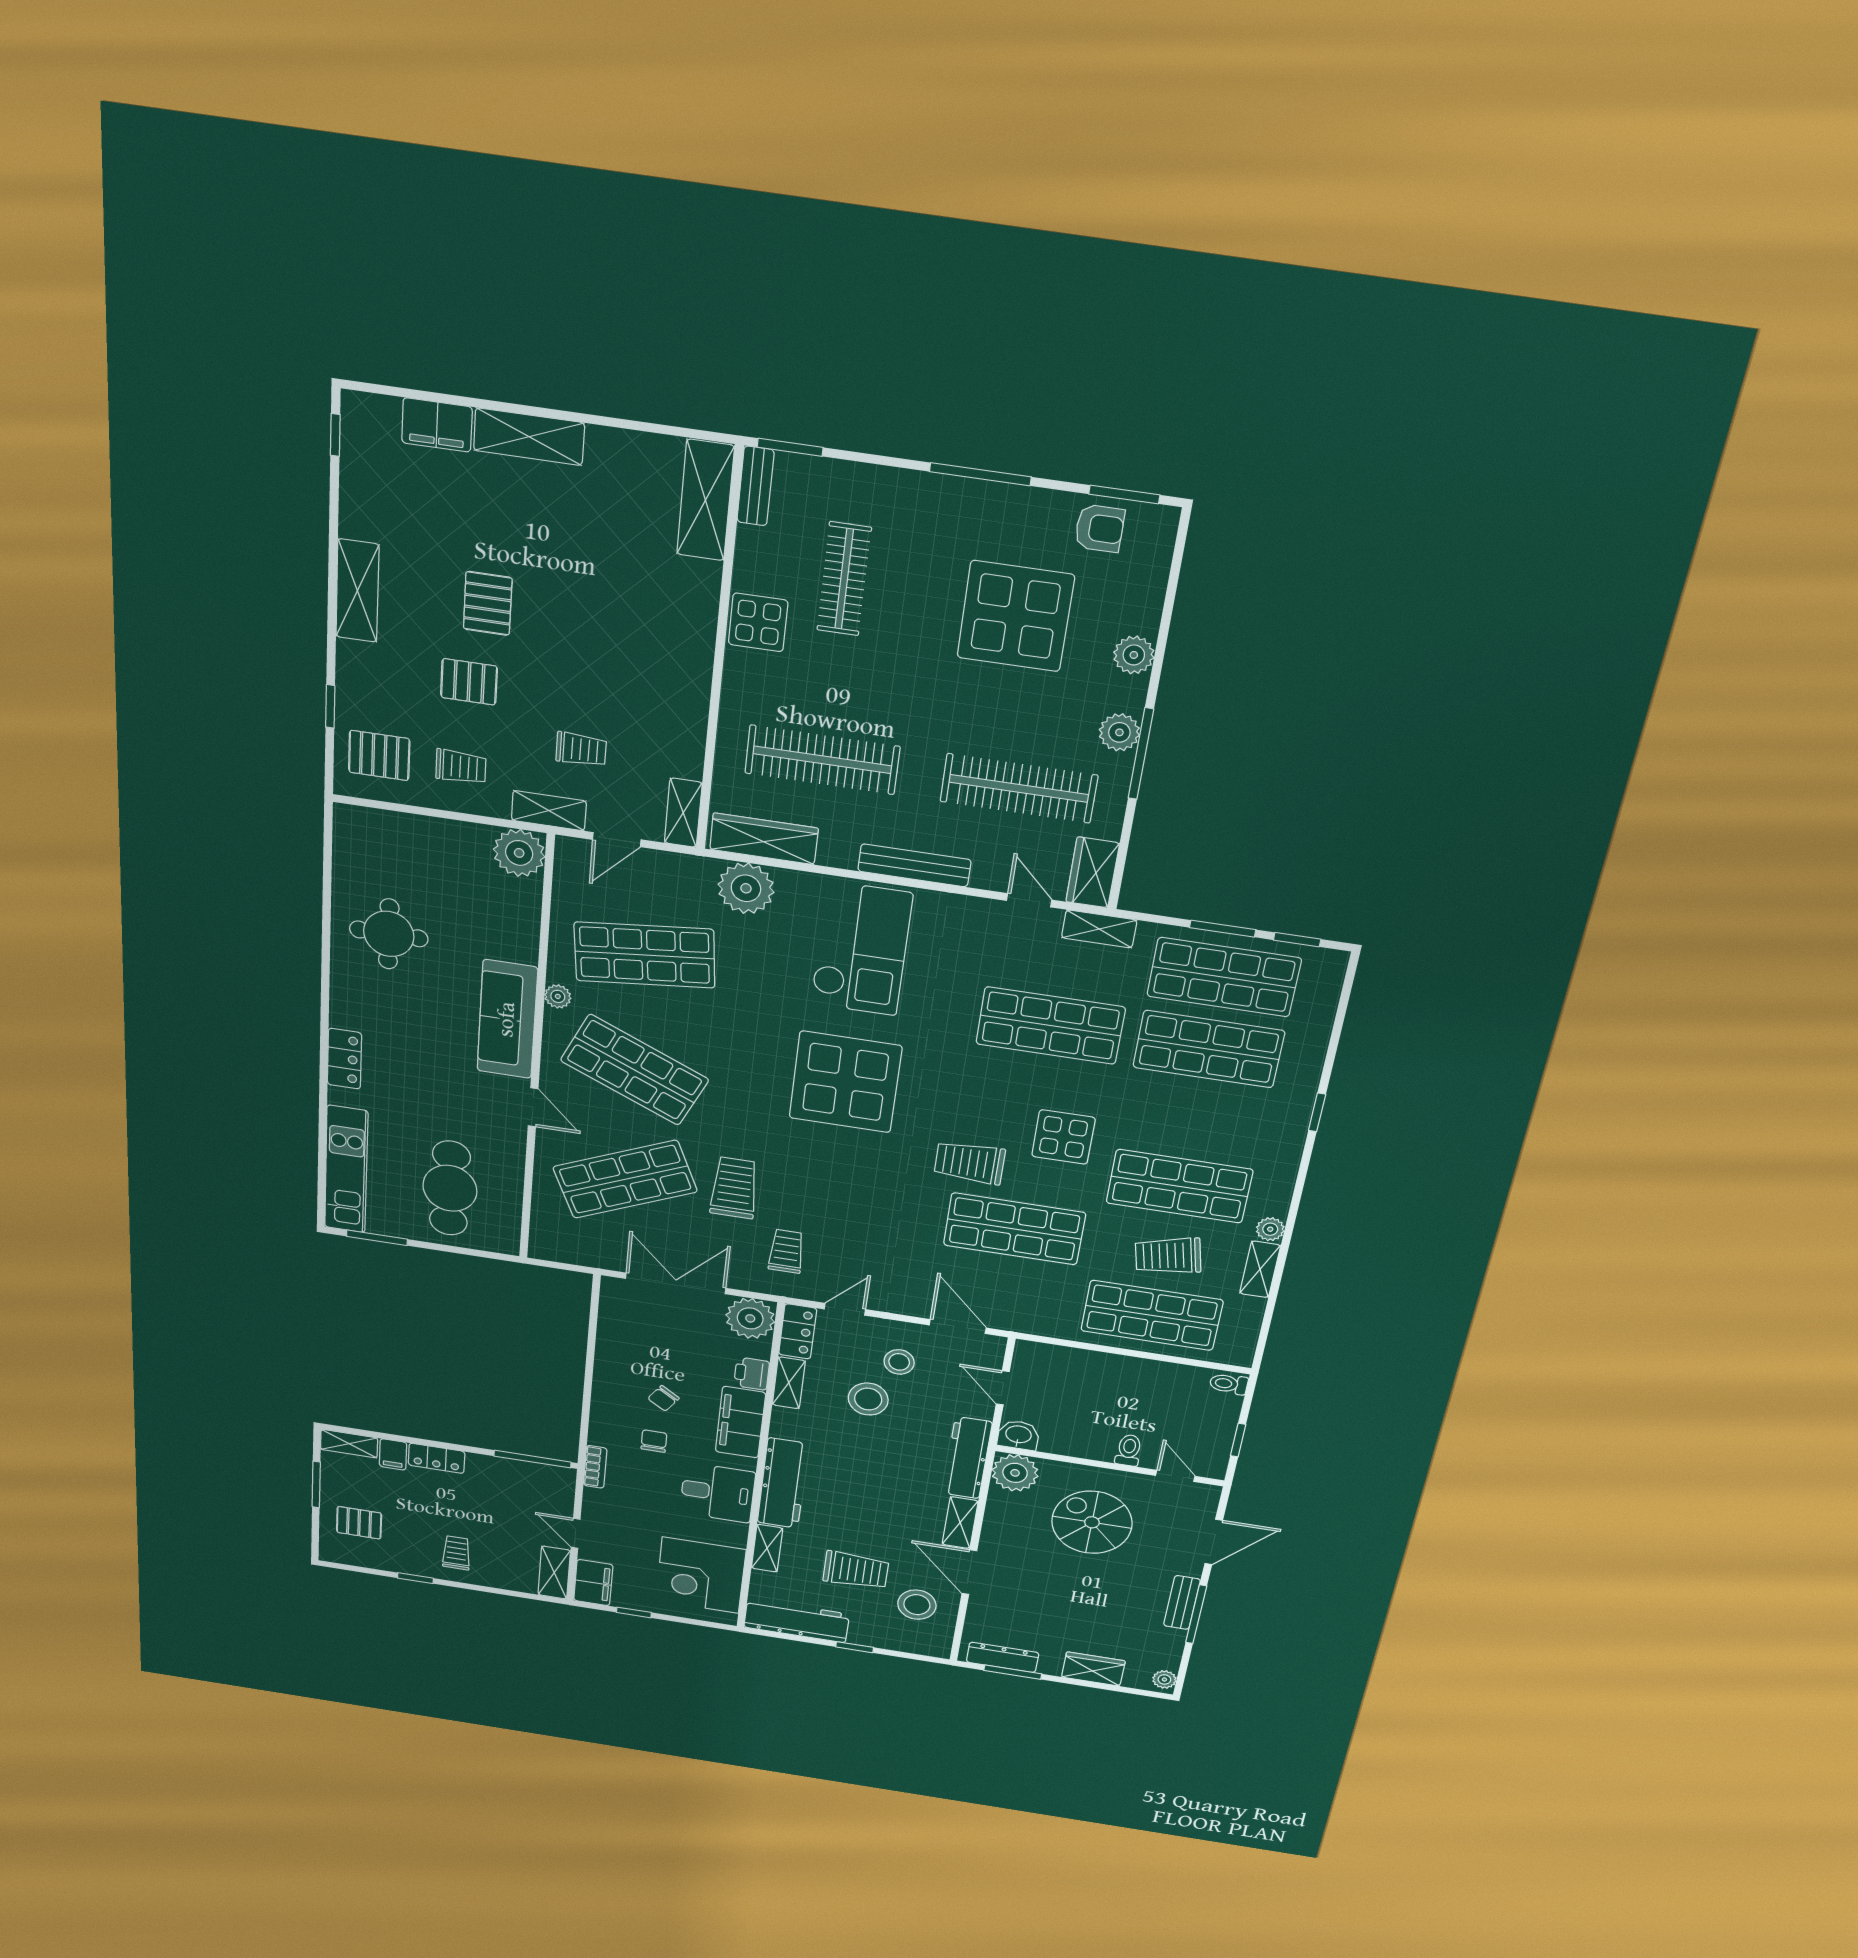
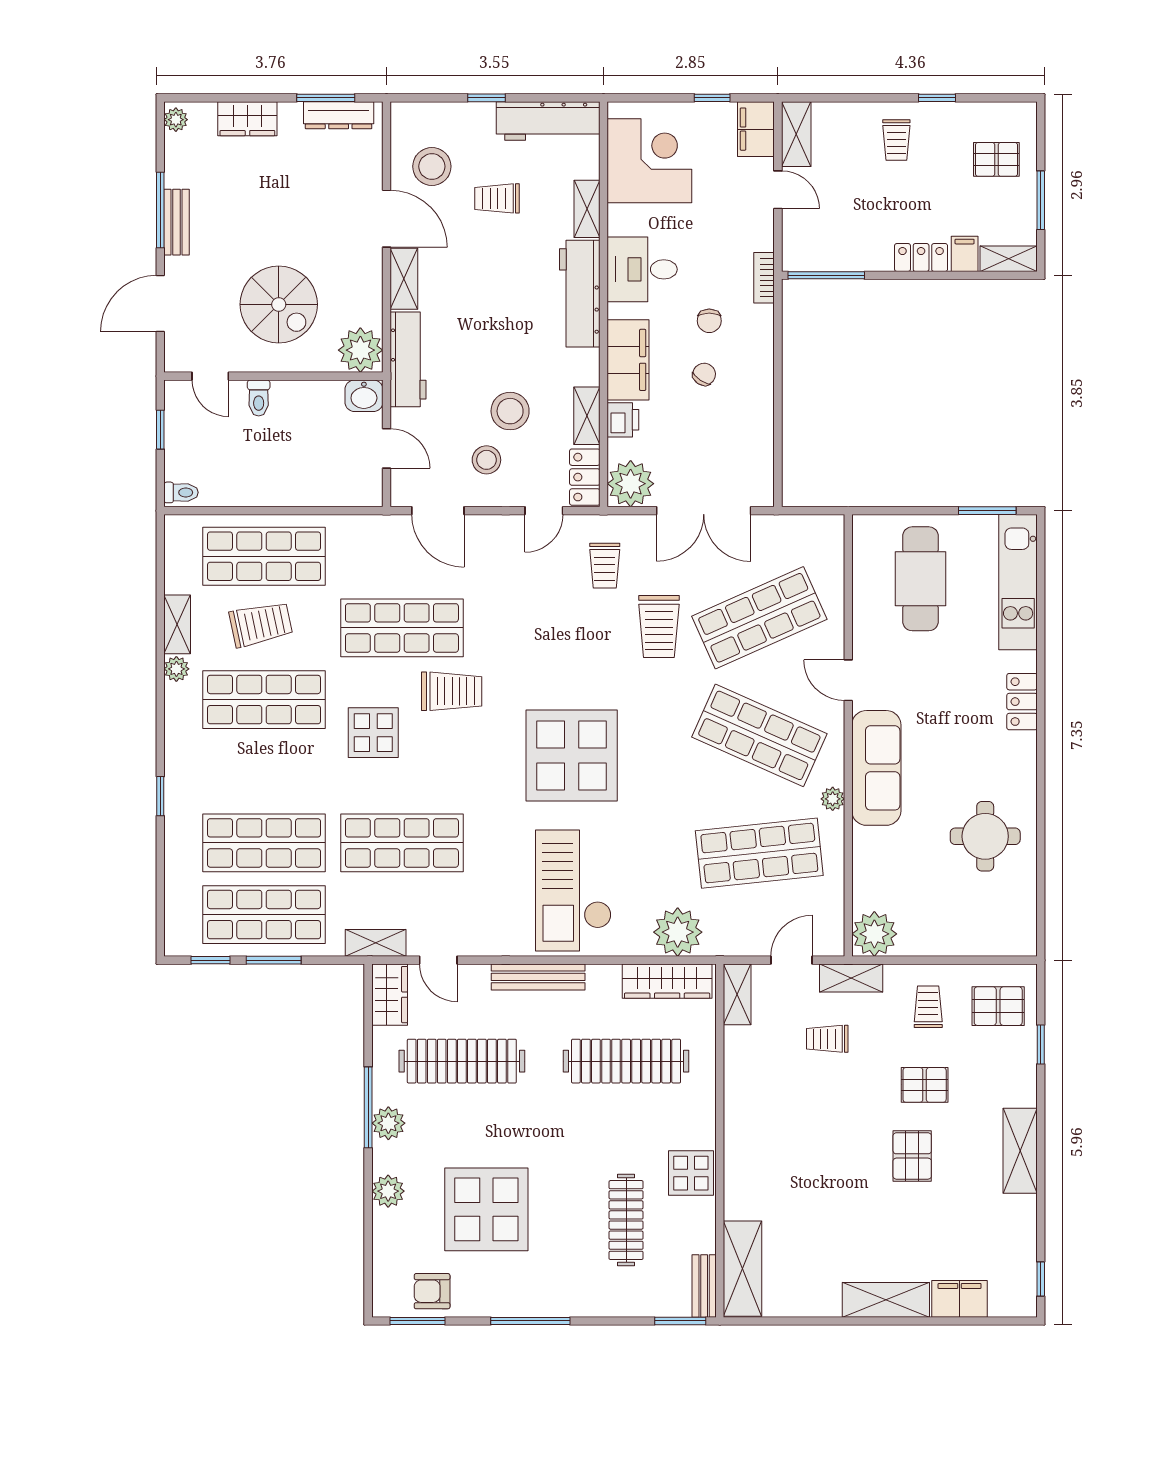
trolley: (461, 767) -> (928, 1007), turned 90
trolley: (856, 1570) -> (497, 198), width x0.73, depth x0.72

